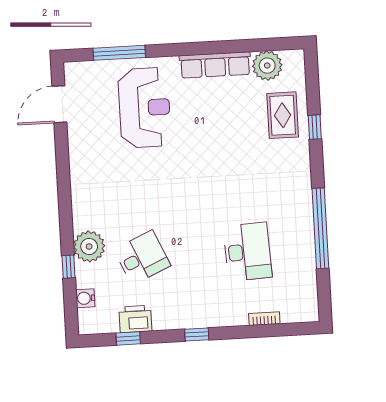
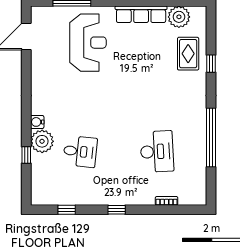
desk: (142, 258) -> (80, 152), turned 30
water cooler: (85, 298) -> (37, 122), moved
printer: (135, 319) -> (73, 196), removed

